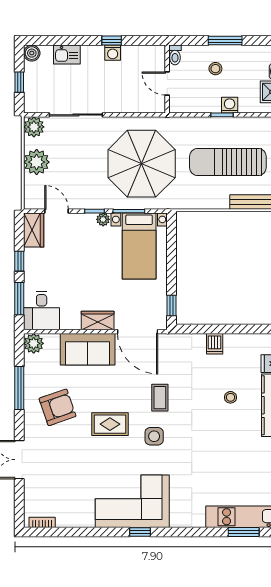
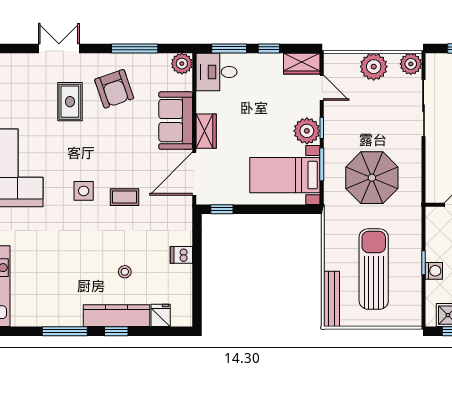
parasol: (142, 164) -> (372, 178), width x0.73, depth x0.73
door: (57, 211) -> (322, 88), hinge flipped
plant: (103, 219) -> (307, 131), width x1.88, depth x1.88
rug: (110, 424) -> (70, 102), moved

